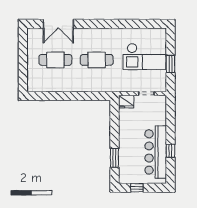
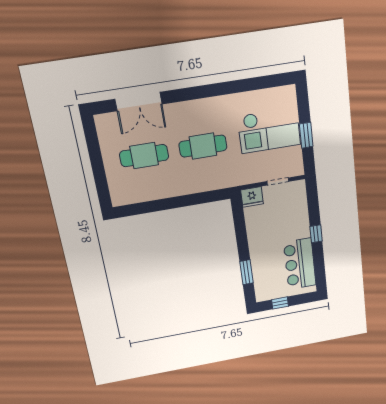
window: (170, 151) -> (316, 234), moved
bar counter: (156, 152) -> (300, 264), width x0.73

